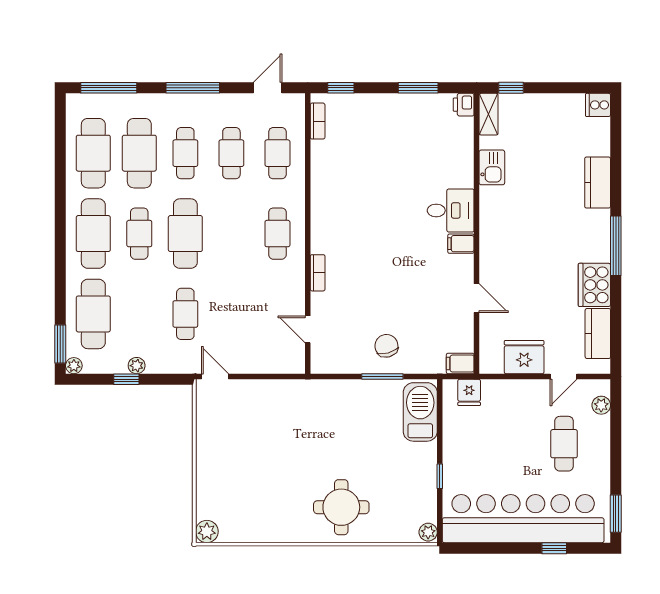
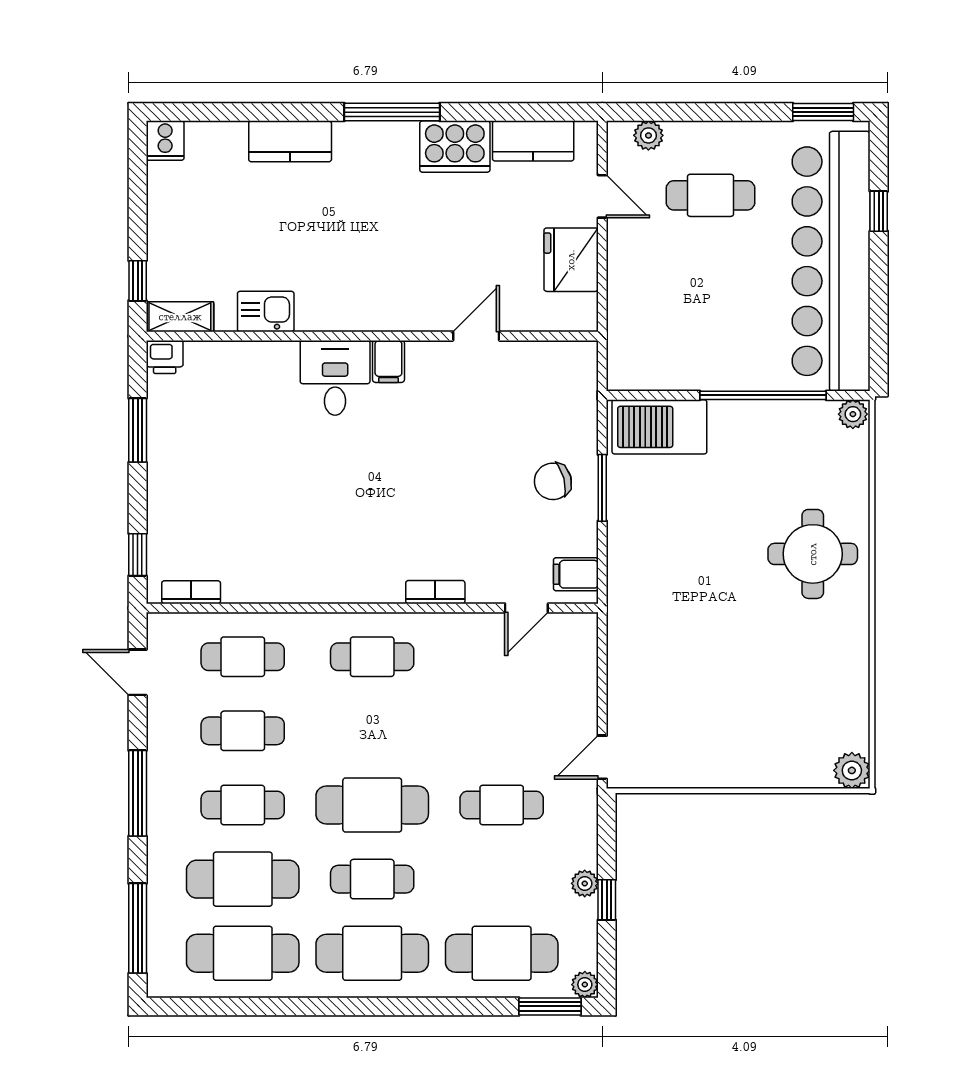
filing cabinet: (460, 363) -> (576, 574), moved, turned 90
fridge: (469, 392) -> (628, 348), removed
window: (440, 476) -> (763, 395), width x3.17

